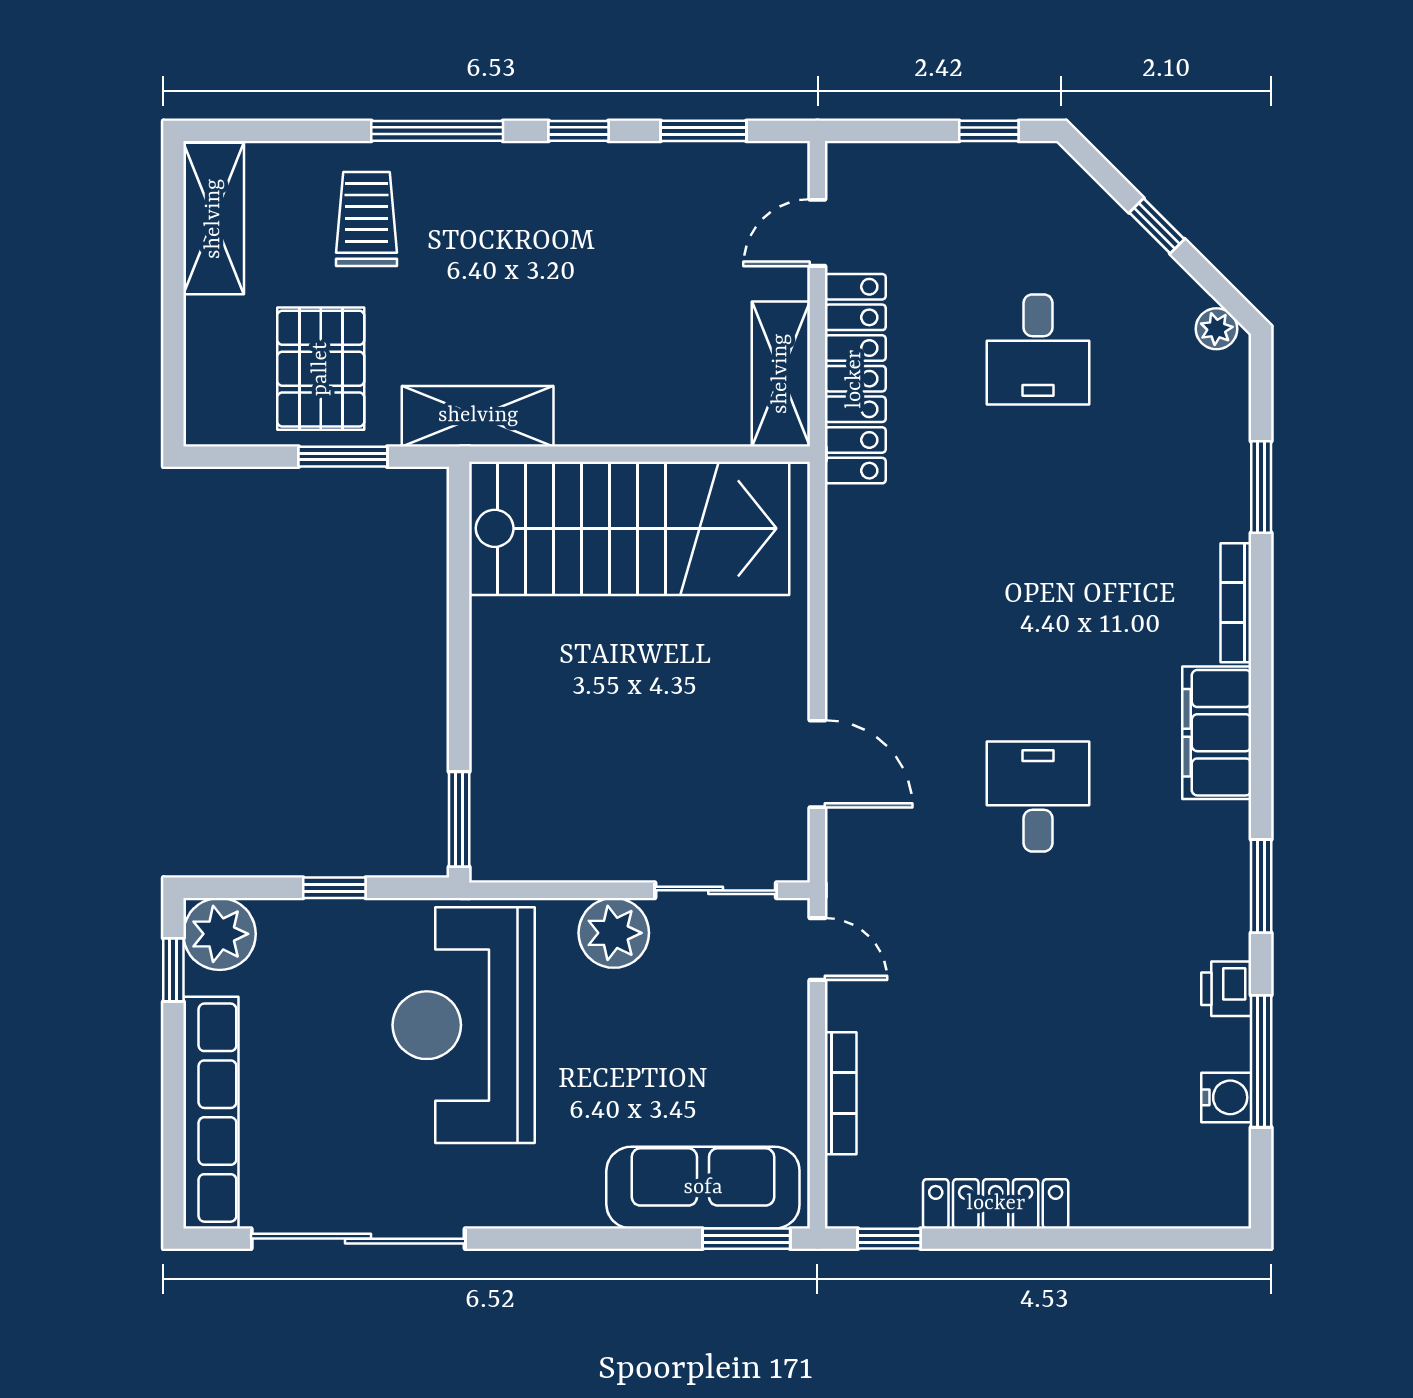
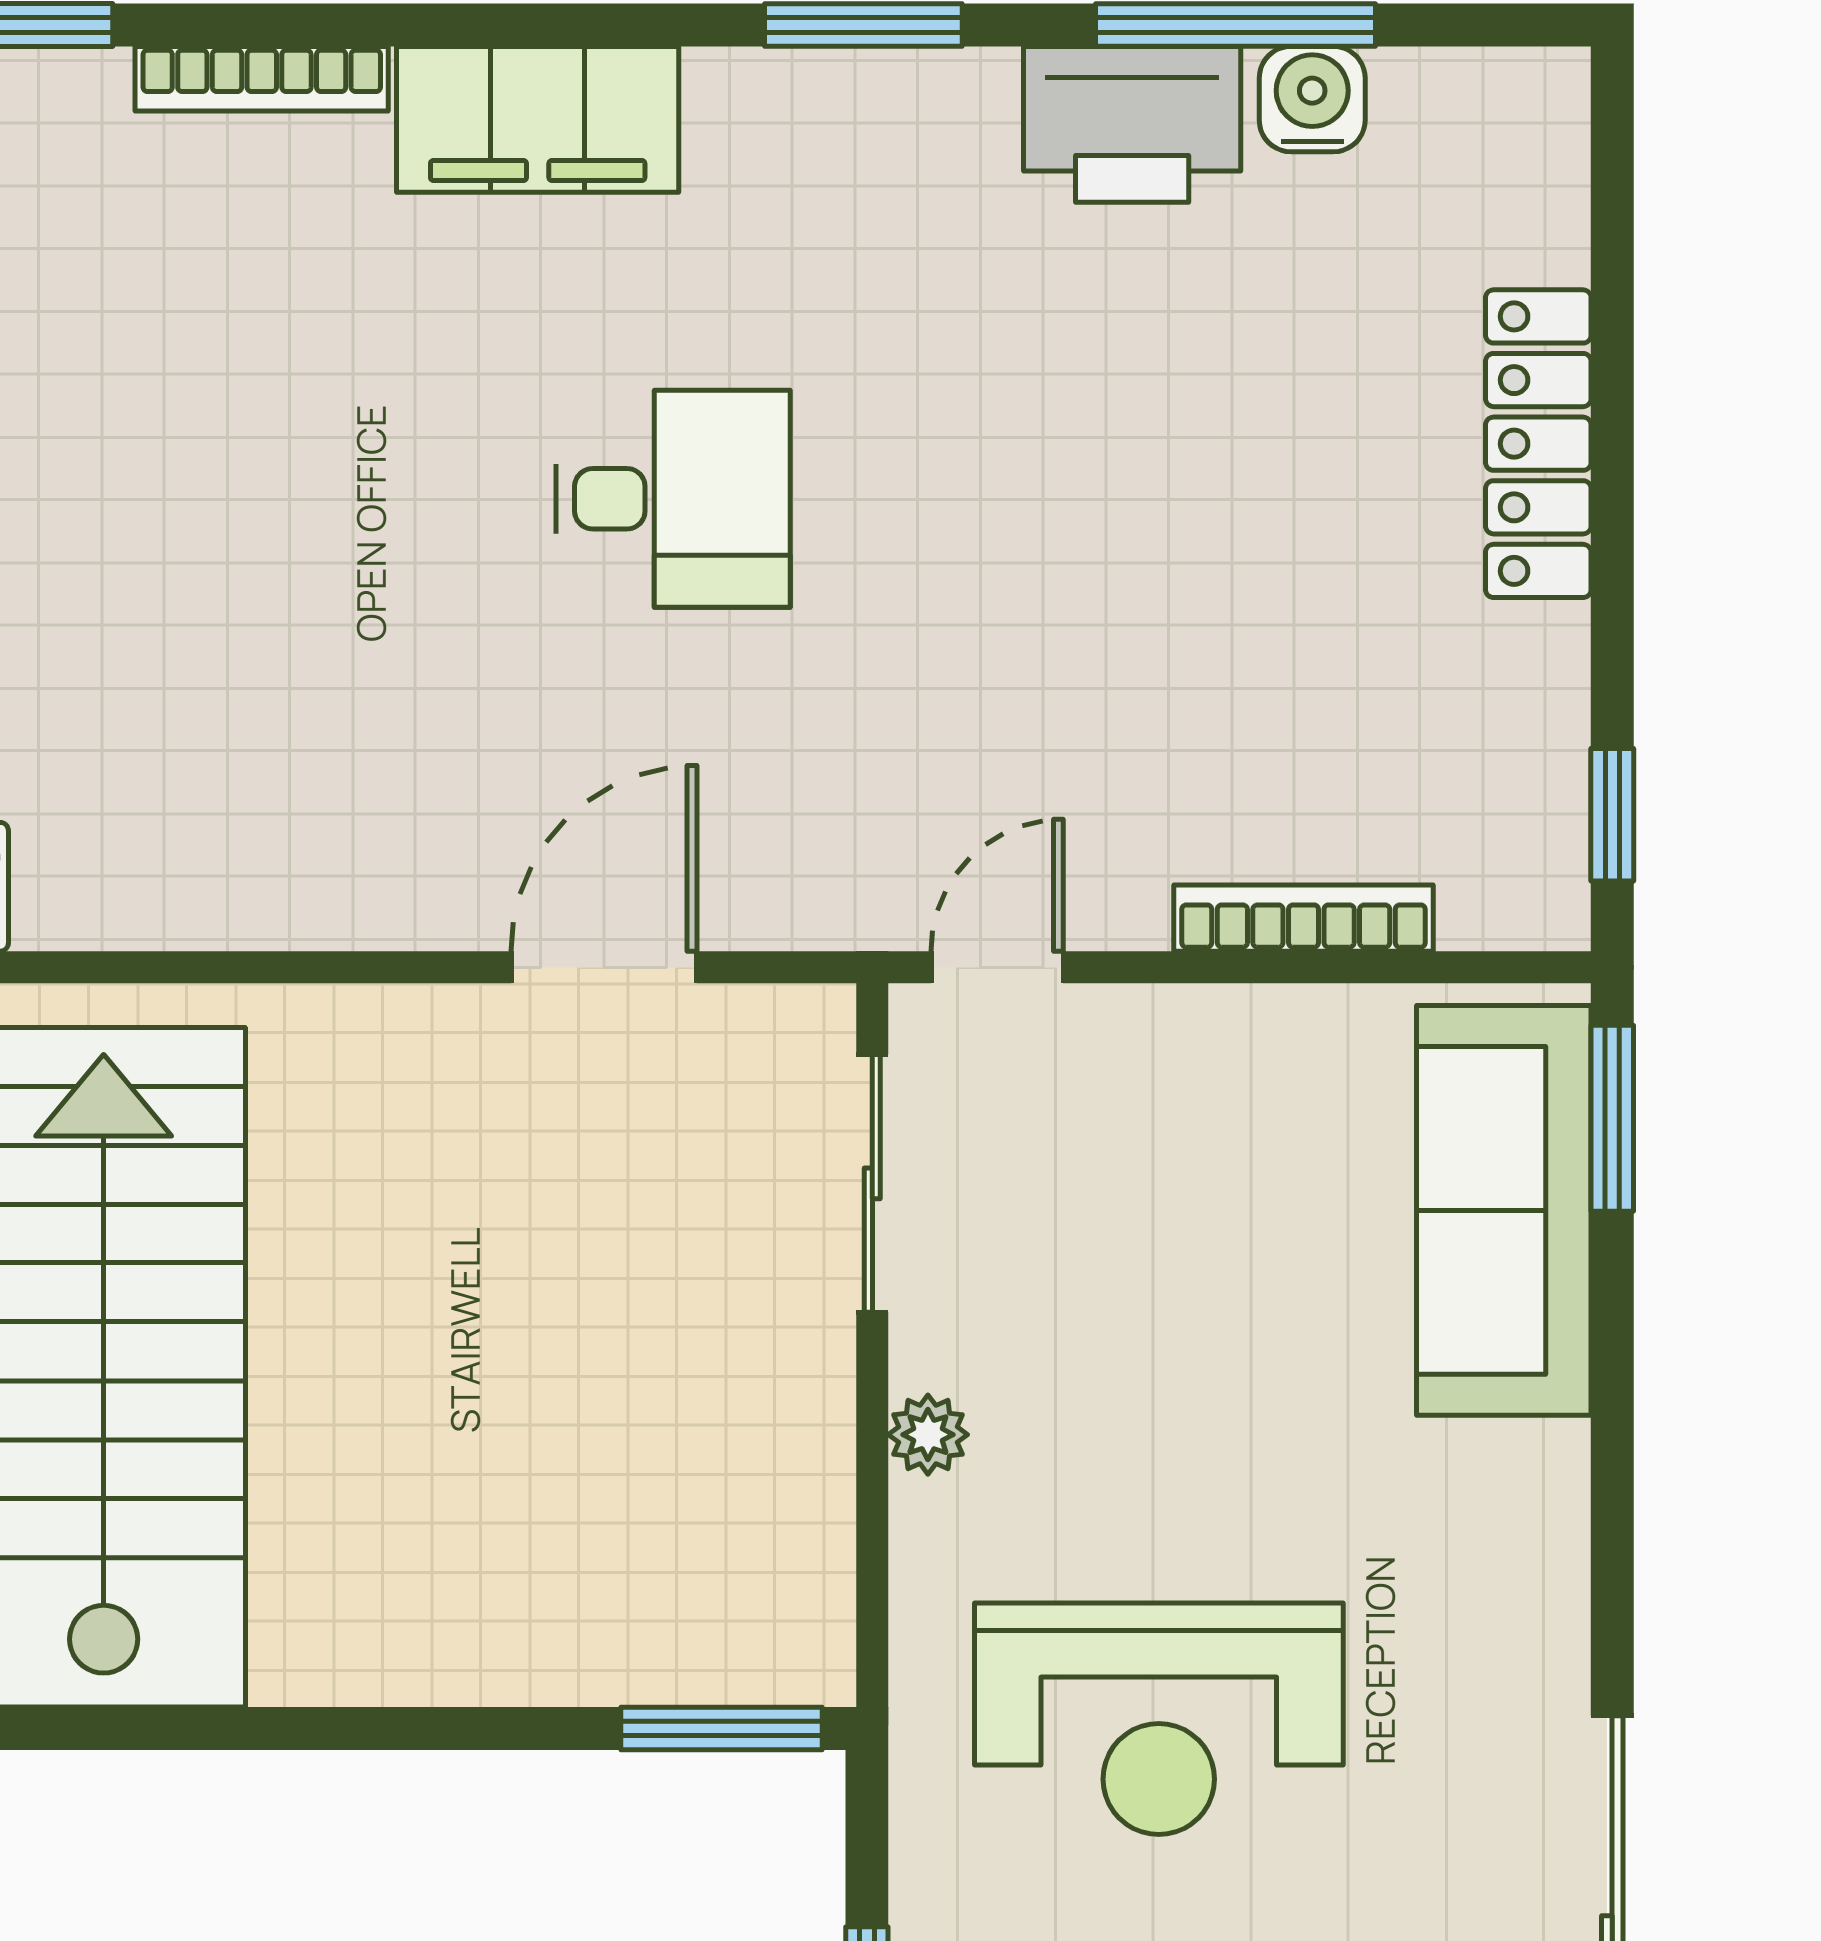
desk: (1038, 796) -> (673, 499), turned 180
plant: (614, 933) -> (928, 1435), width x0.53, depth x0.53
printer: (1226, 989) -> (1132, 124), width x1.87, depth x1.48
reception desk: (464, 1025) -> (1159, 1719), width x0.74, depth x0.77
locker: (996, 1204) -> (1538, 444), moved

